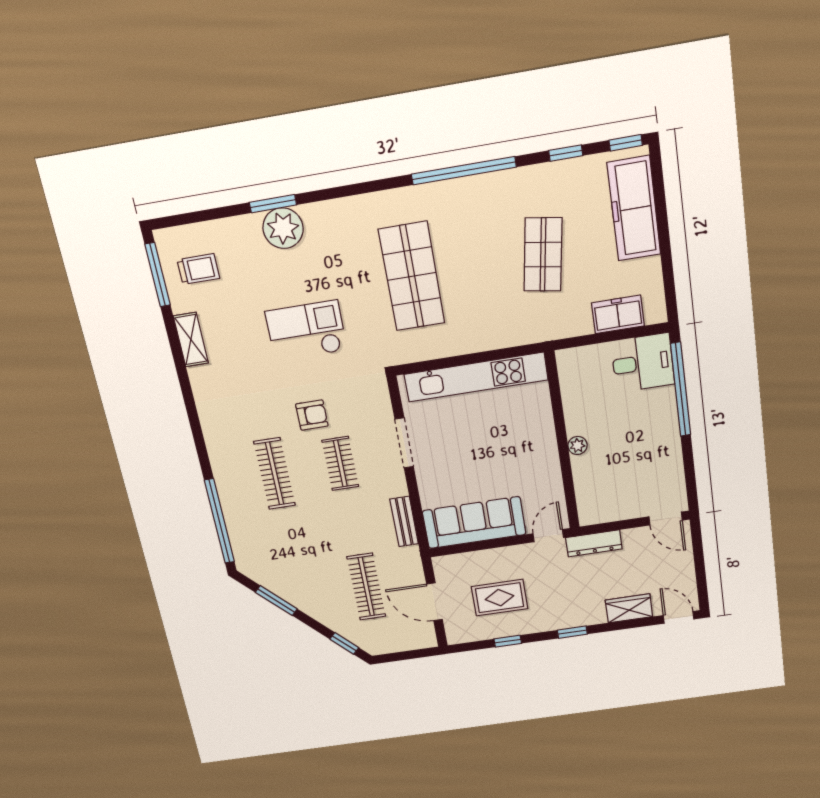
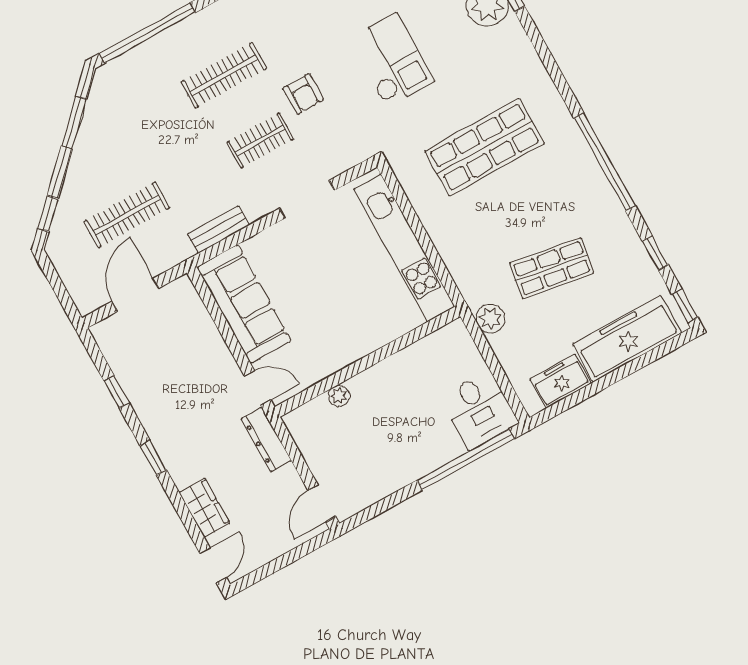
freezer: (618, 314) -> (561, 381), moved, turned -90
plant: (567, 325) -> (490, 319), added
plant: (578, 445) -> (339, 396), moved
rug: (500, 598) -> (166, 363), removed

